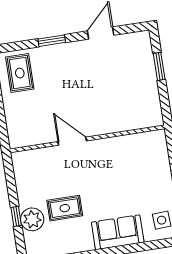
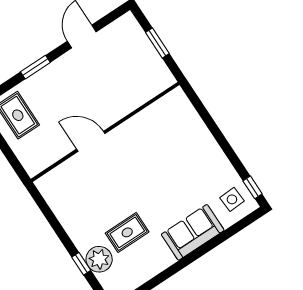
wall: (87, 139) -> (105, 132), moved
door: (72, 141) -> (91, 141), moved

